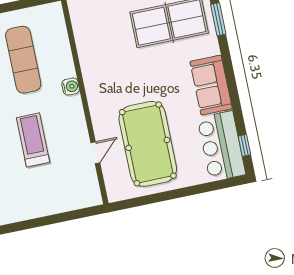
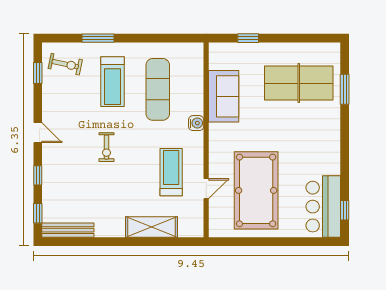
sofa: (211, 85) -> (224, 96), moved, turned 180
treadmill: (33, 140) -> (171, 172), moved
shelving: (47, 205) -> (152, 227), added

